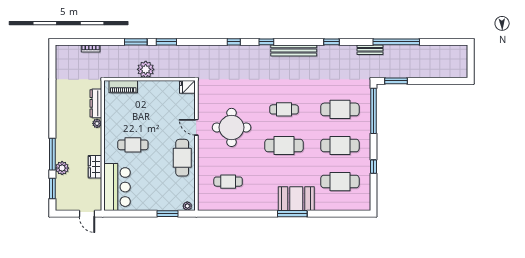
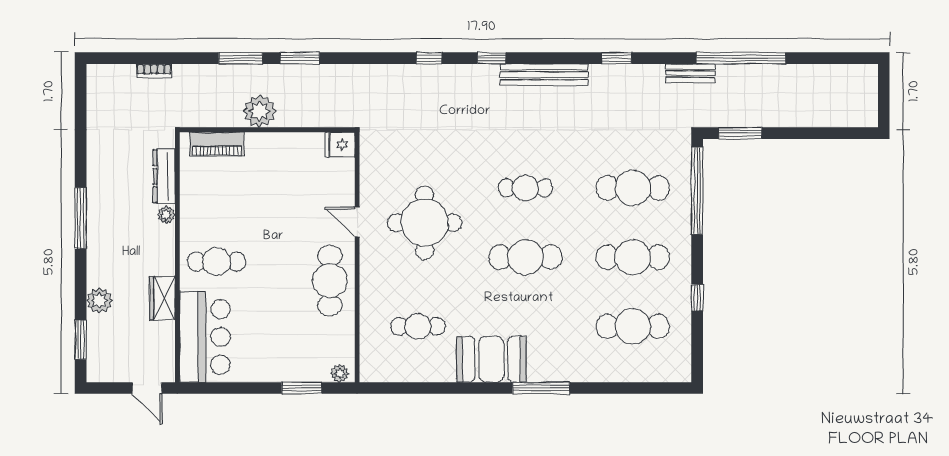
cafe table: (133, 145) -> (217, 262), moved
window: (52, 154) -> (81, 218), moved
booth: (296, 199) -> (491, 359), moved

